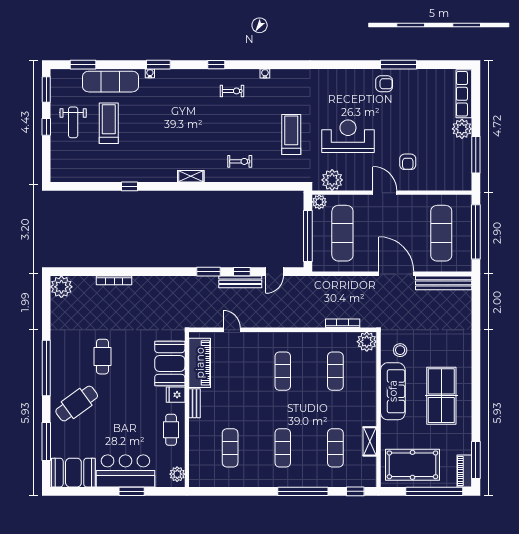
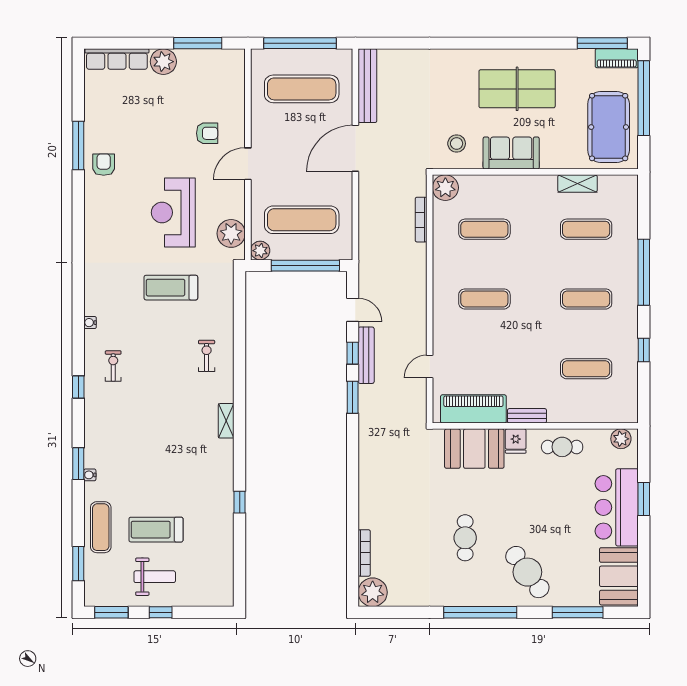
exercise mat: (110, 82) -> (101, 527), width x0.73, depth x0.69
bookcase: (114, 280) -> (364, 553), moved
cafe table: (102, 357) -> (465, 538), turned 90
sofa: (393, 391) -> (511, 153), width x0.73
window: (355, 491) -> (644, 350), moved

